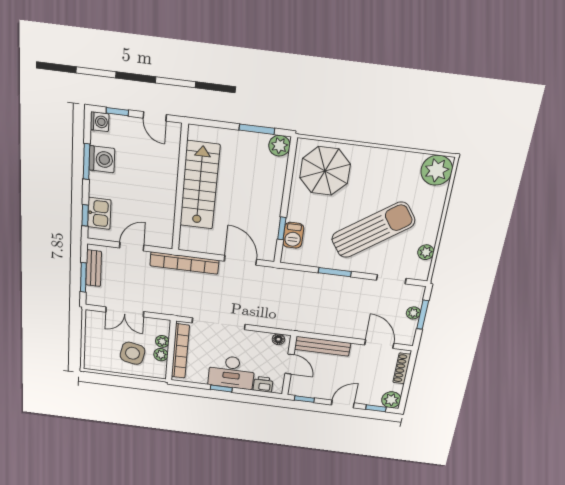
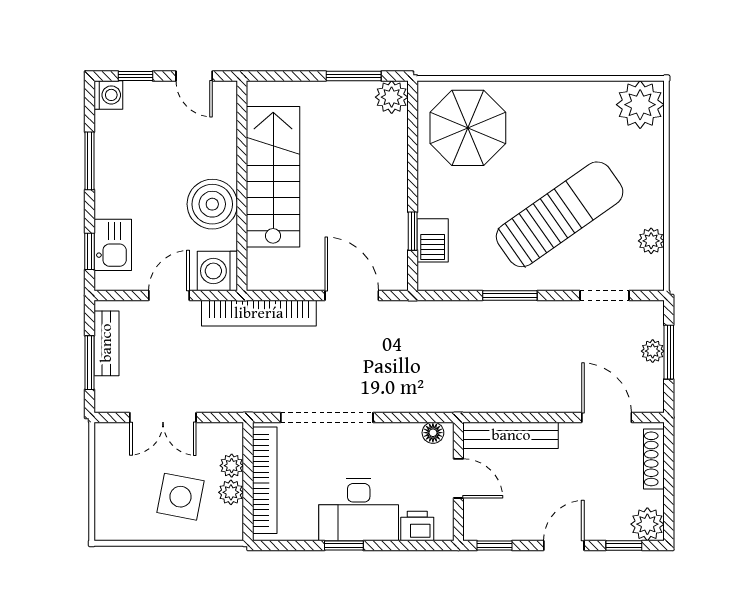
washing machine: (102, 159) -> (217, 271), moved, turned 180
boiler: (161, 197) -> (212, 204), added

